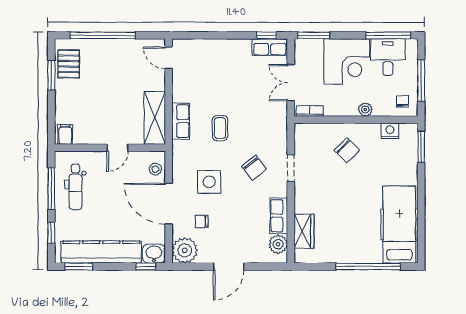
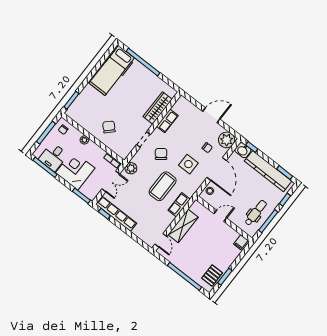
row of seats: (270, 47) -> (116, 214), width x2.02
shelving: (155, 118) -> (183, 226), moved
coffee table: (220, 128) -> (163, 186), width x1.86, depth x1.72
nightstand: (390, 131) -> (81, 120), removed
wardrobe: (304, 231) -> (158, 108), width x1.50
plant: (278, 244) -> (131, 168), moved

